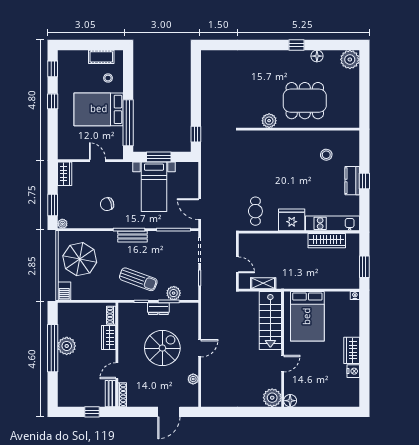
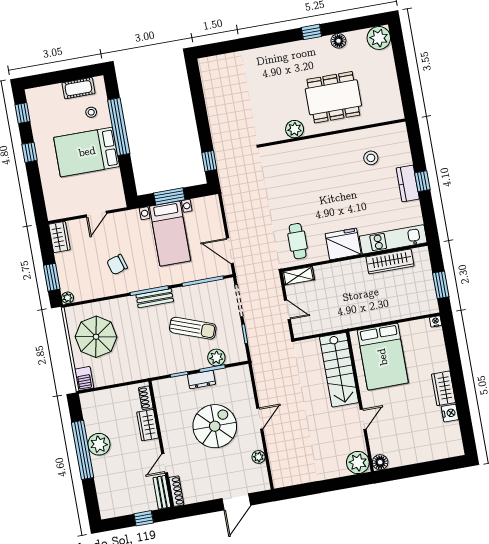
window: (128, 123) -> (119, 127), moved
door: (97, 161) -> (96, 214), swing flipped
sun lounger: (138, 279) -> (193, 328), moved
shelving: (263, 283) -> (298, 276), moved

